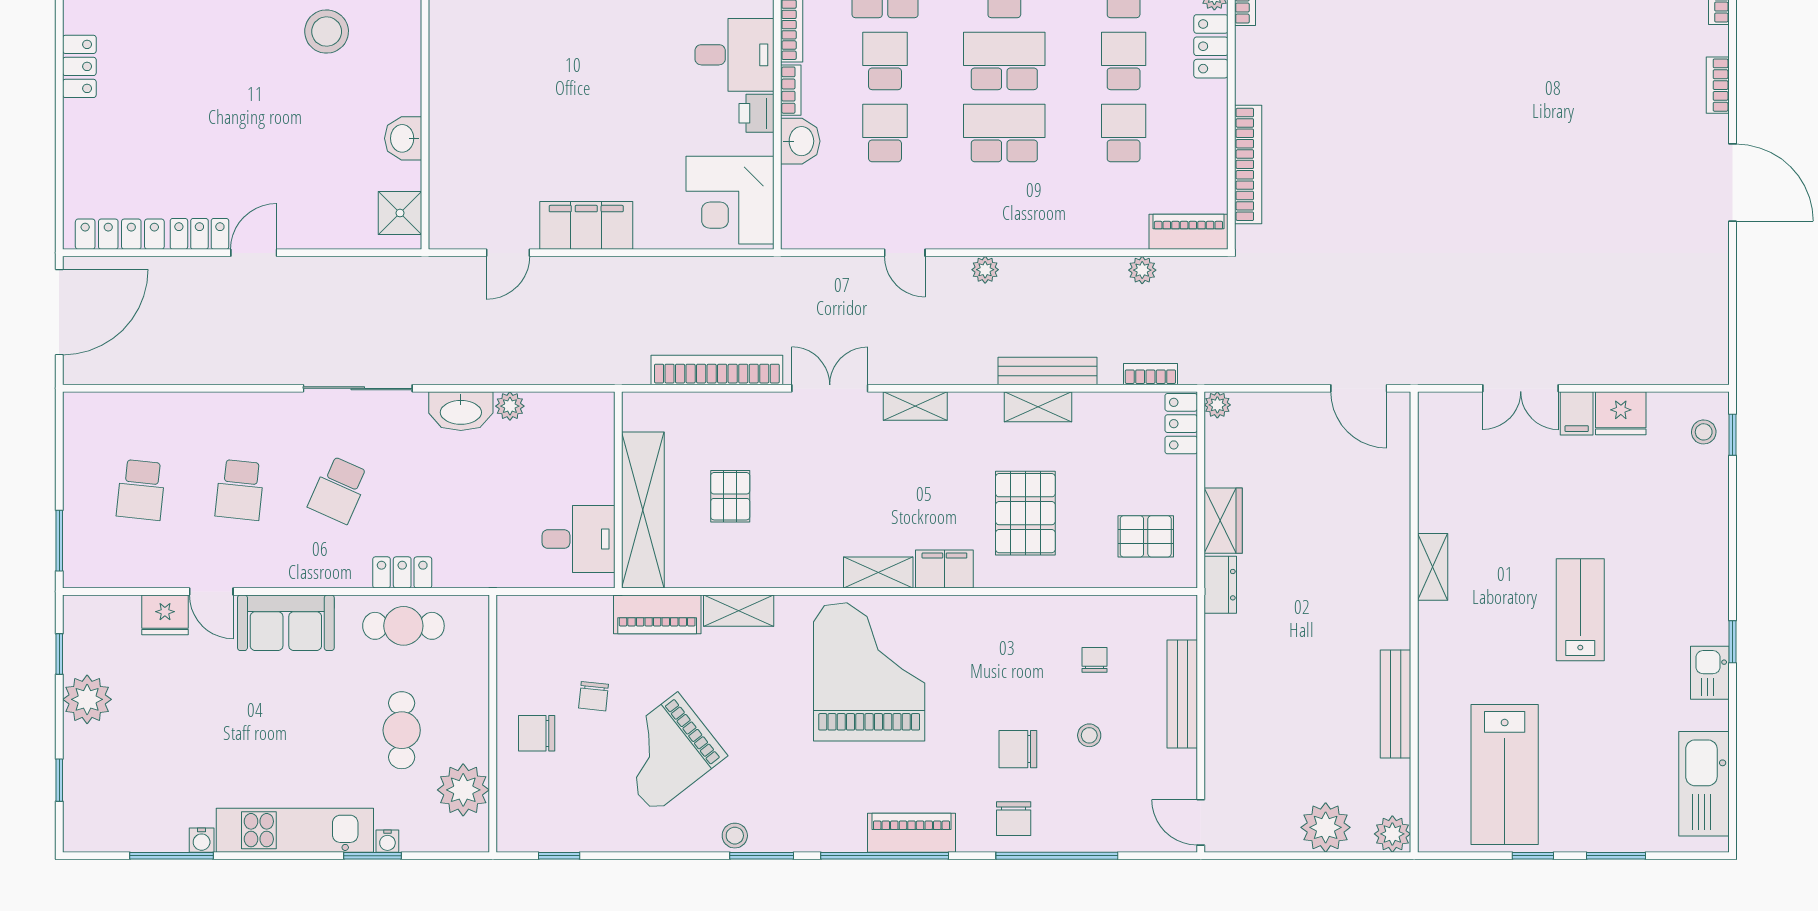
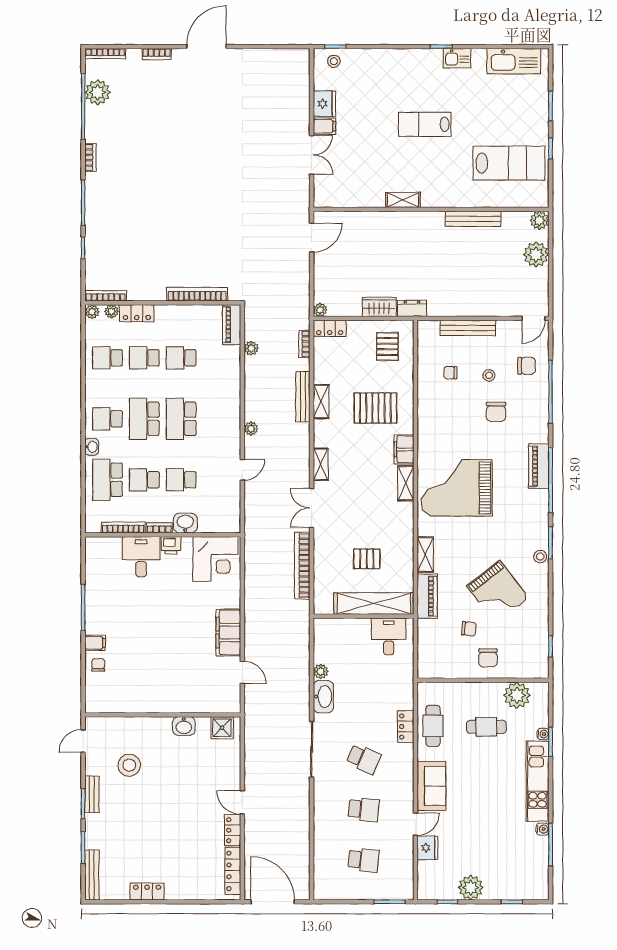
chair: (1014, 819) -> (527, 366), moved

